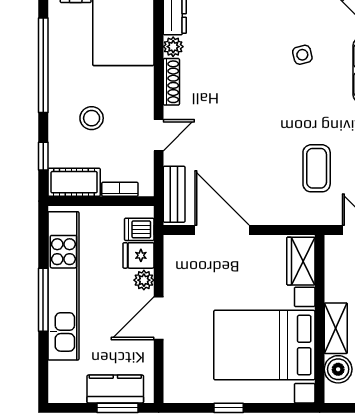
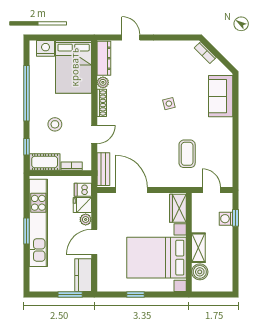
side table: (302, 55) -> (169, 104), moved
window: (43, 300) -> (26, 231), width x0.69
kitchen counter: (115, 389) -> (83, 275), moved, turned -90

